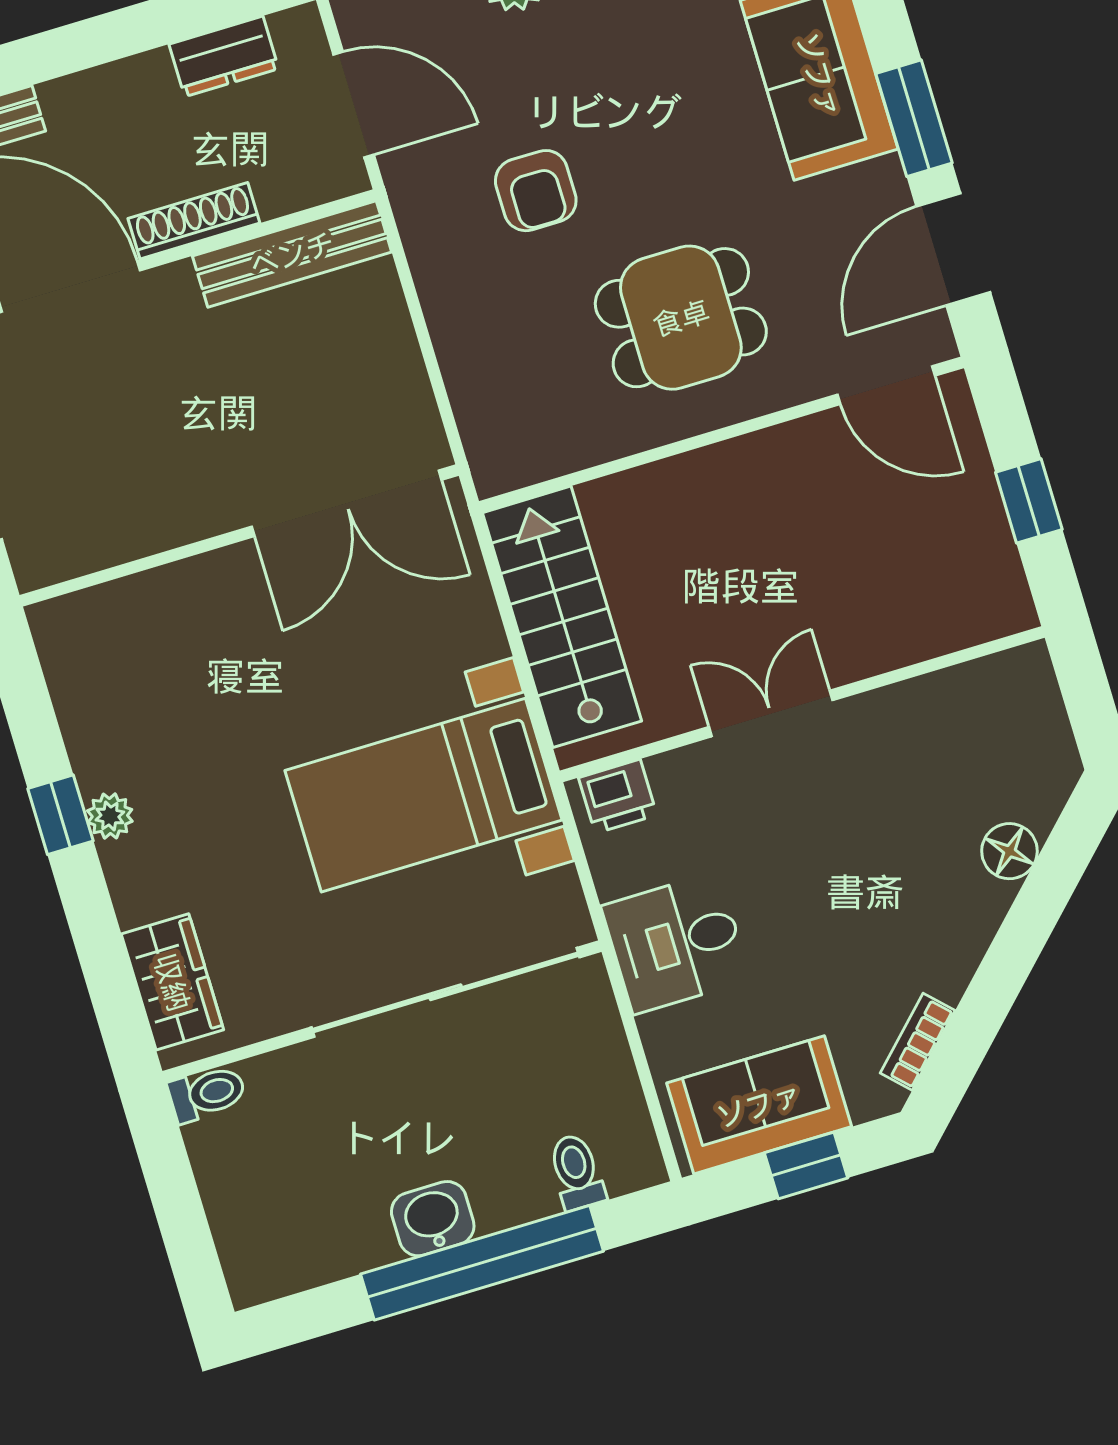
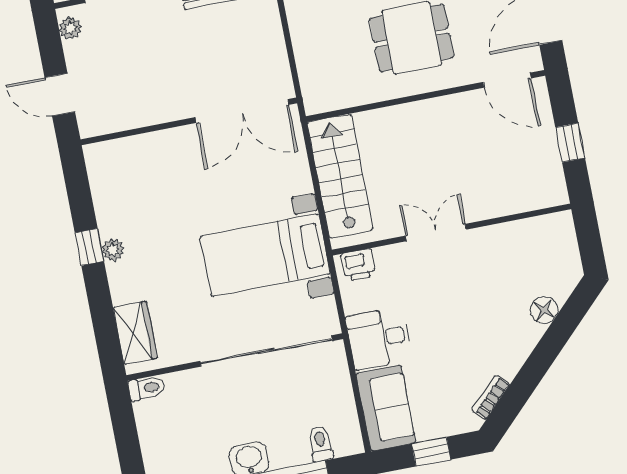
sofa: (759, 1105) -> (386, 408), moved, turned 90

